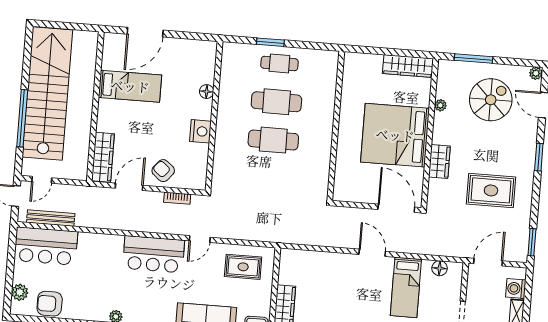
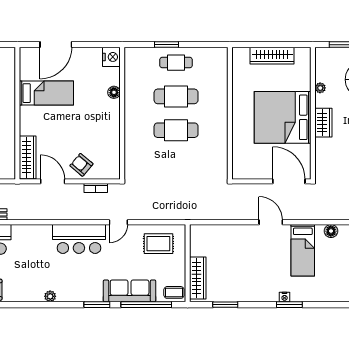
wardrobe: (408, 66) -> (272, 56), moved
nightstand: (200, 131) -> (111, 57), moved
wardrobe: (439, 161) -> (323, 123), moved
door: (129, 187) -> (53, 181), hinge flipped

